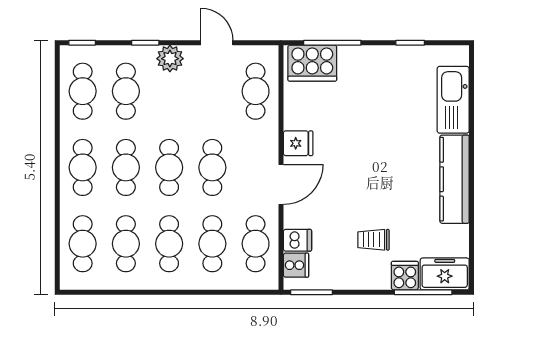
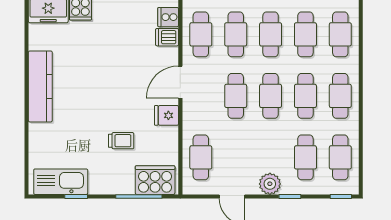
kitchen sink: (453, 100) -> (61, 182), moved, turned -90
trolley: (373, 240) -> (121, 141), moved

